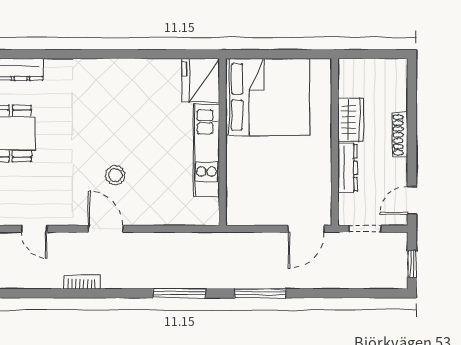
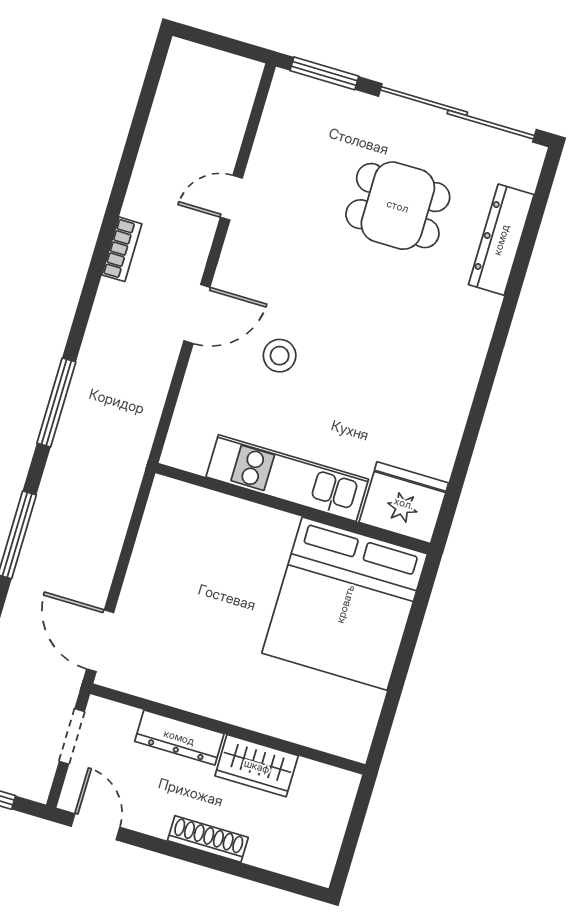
fridge: (201, 80) -> (404, 503), moved
bed: (268, 97) -> (345, 604), moved
wall: (223, 142) -> (293, 508), moved
kitchen unit: (206, 150) -> (287, 478), moved

